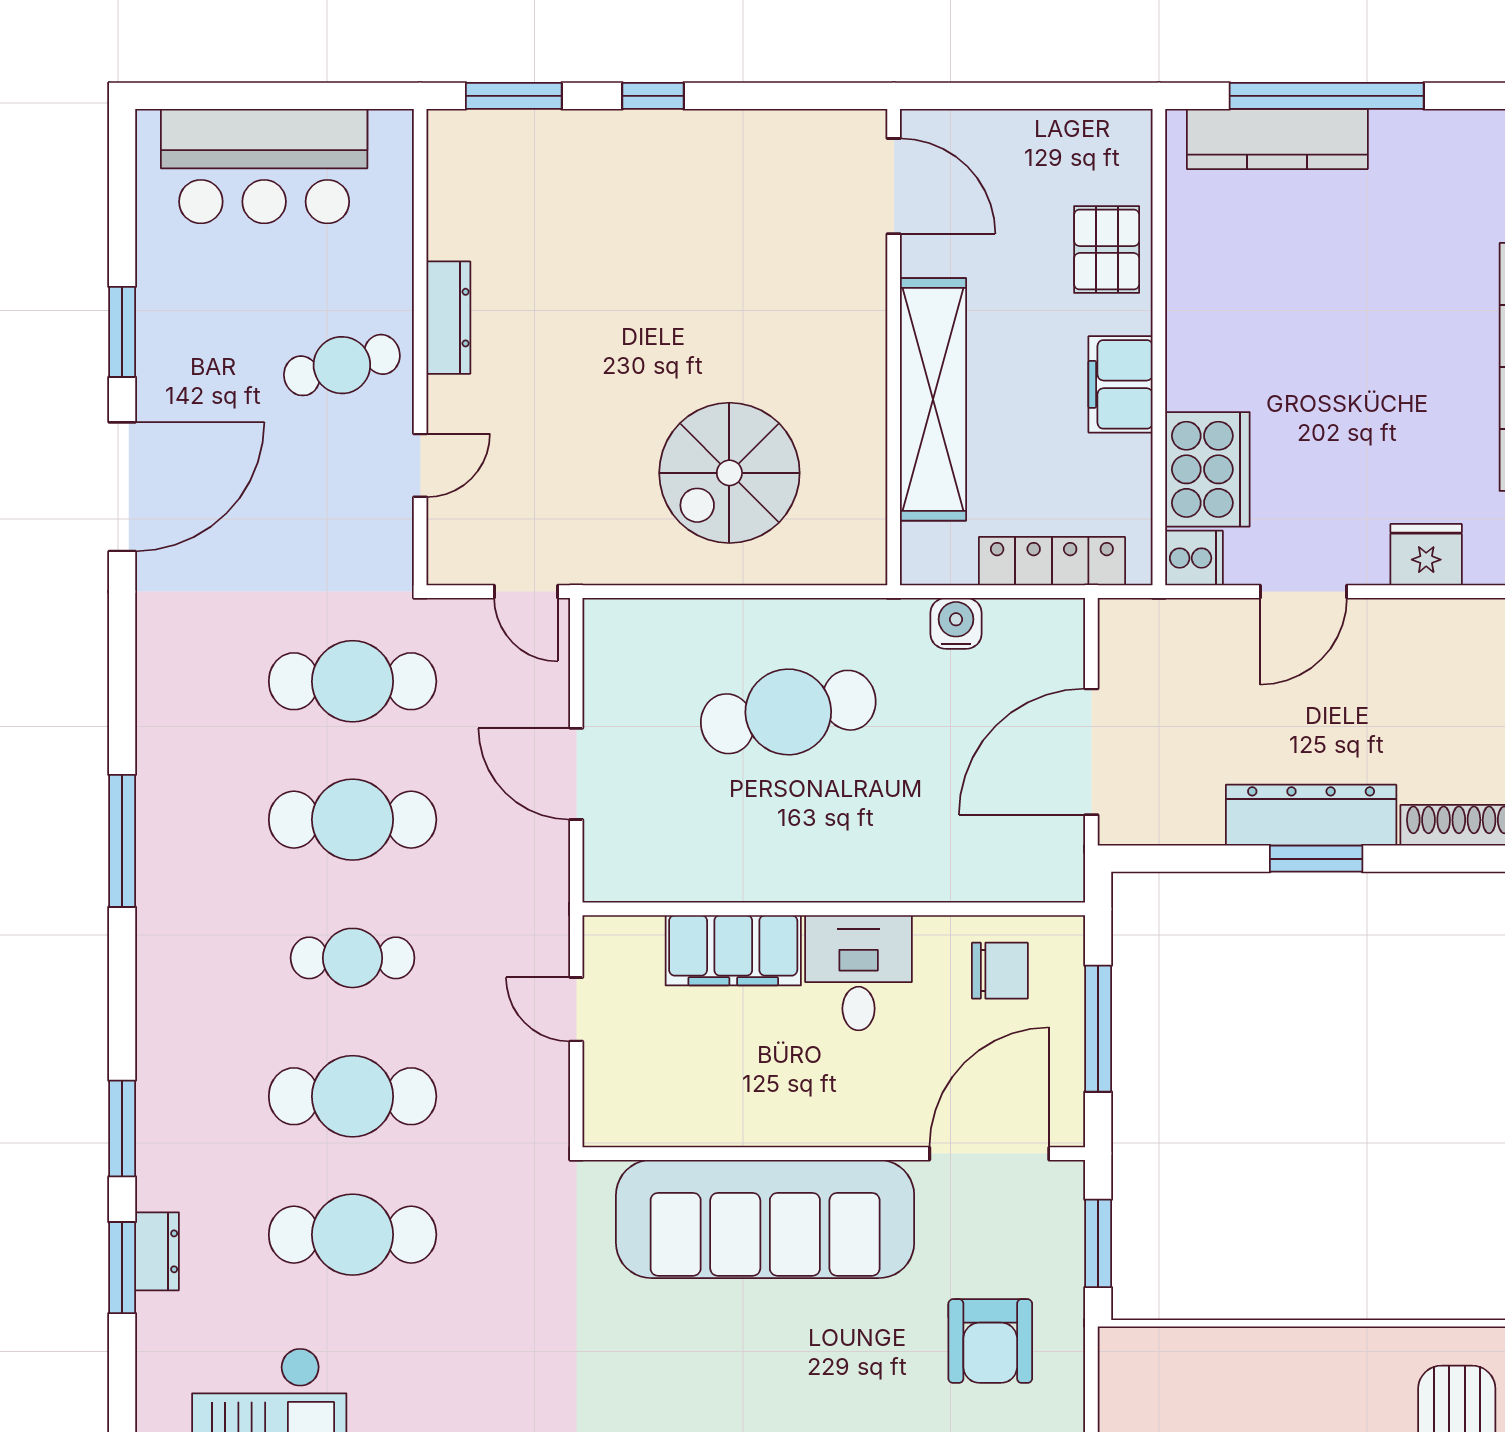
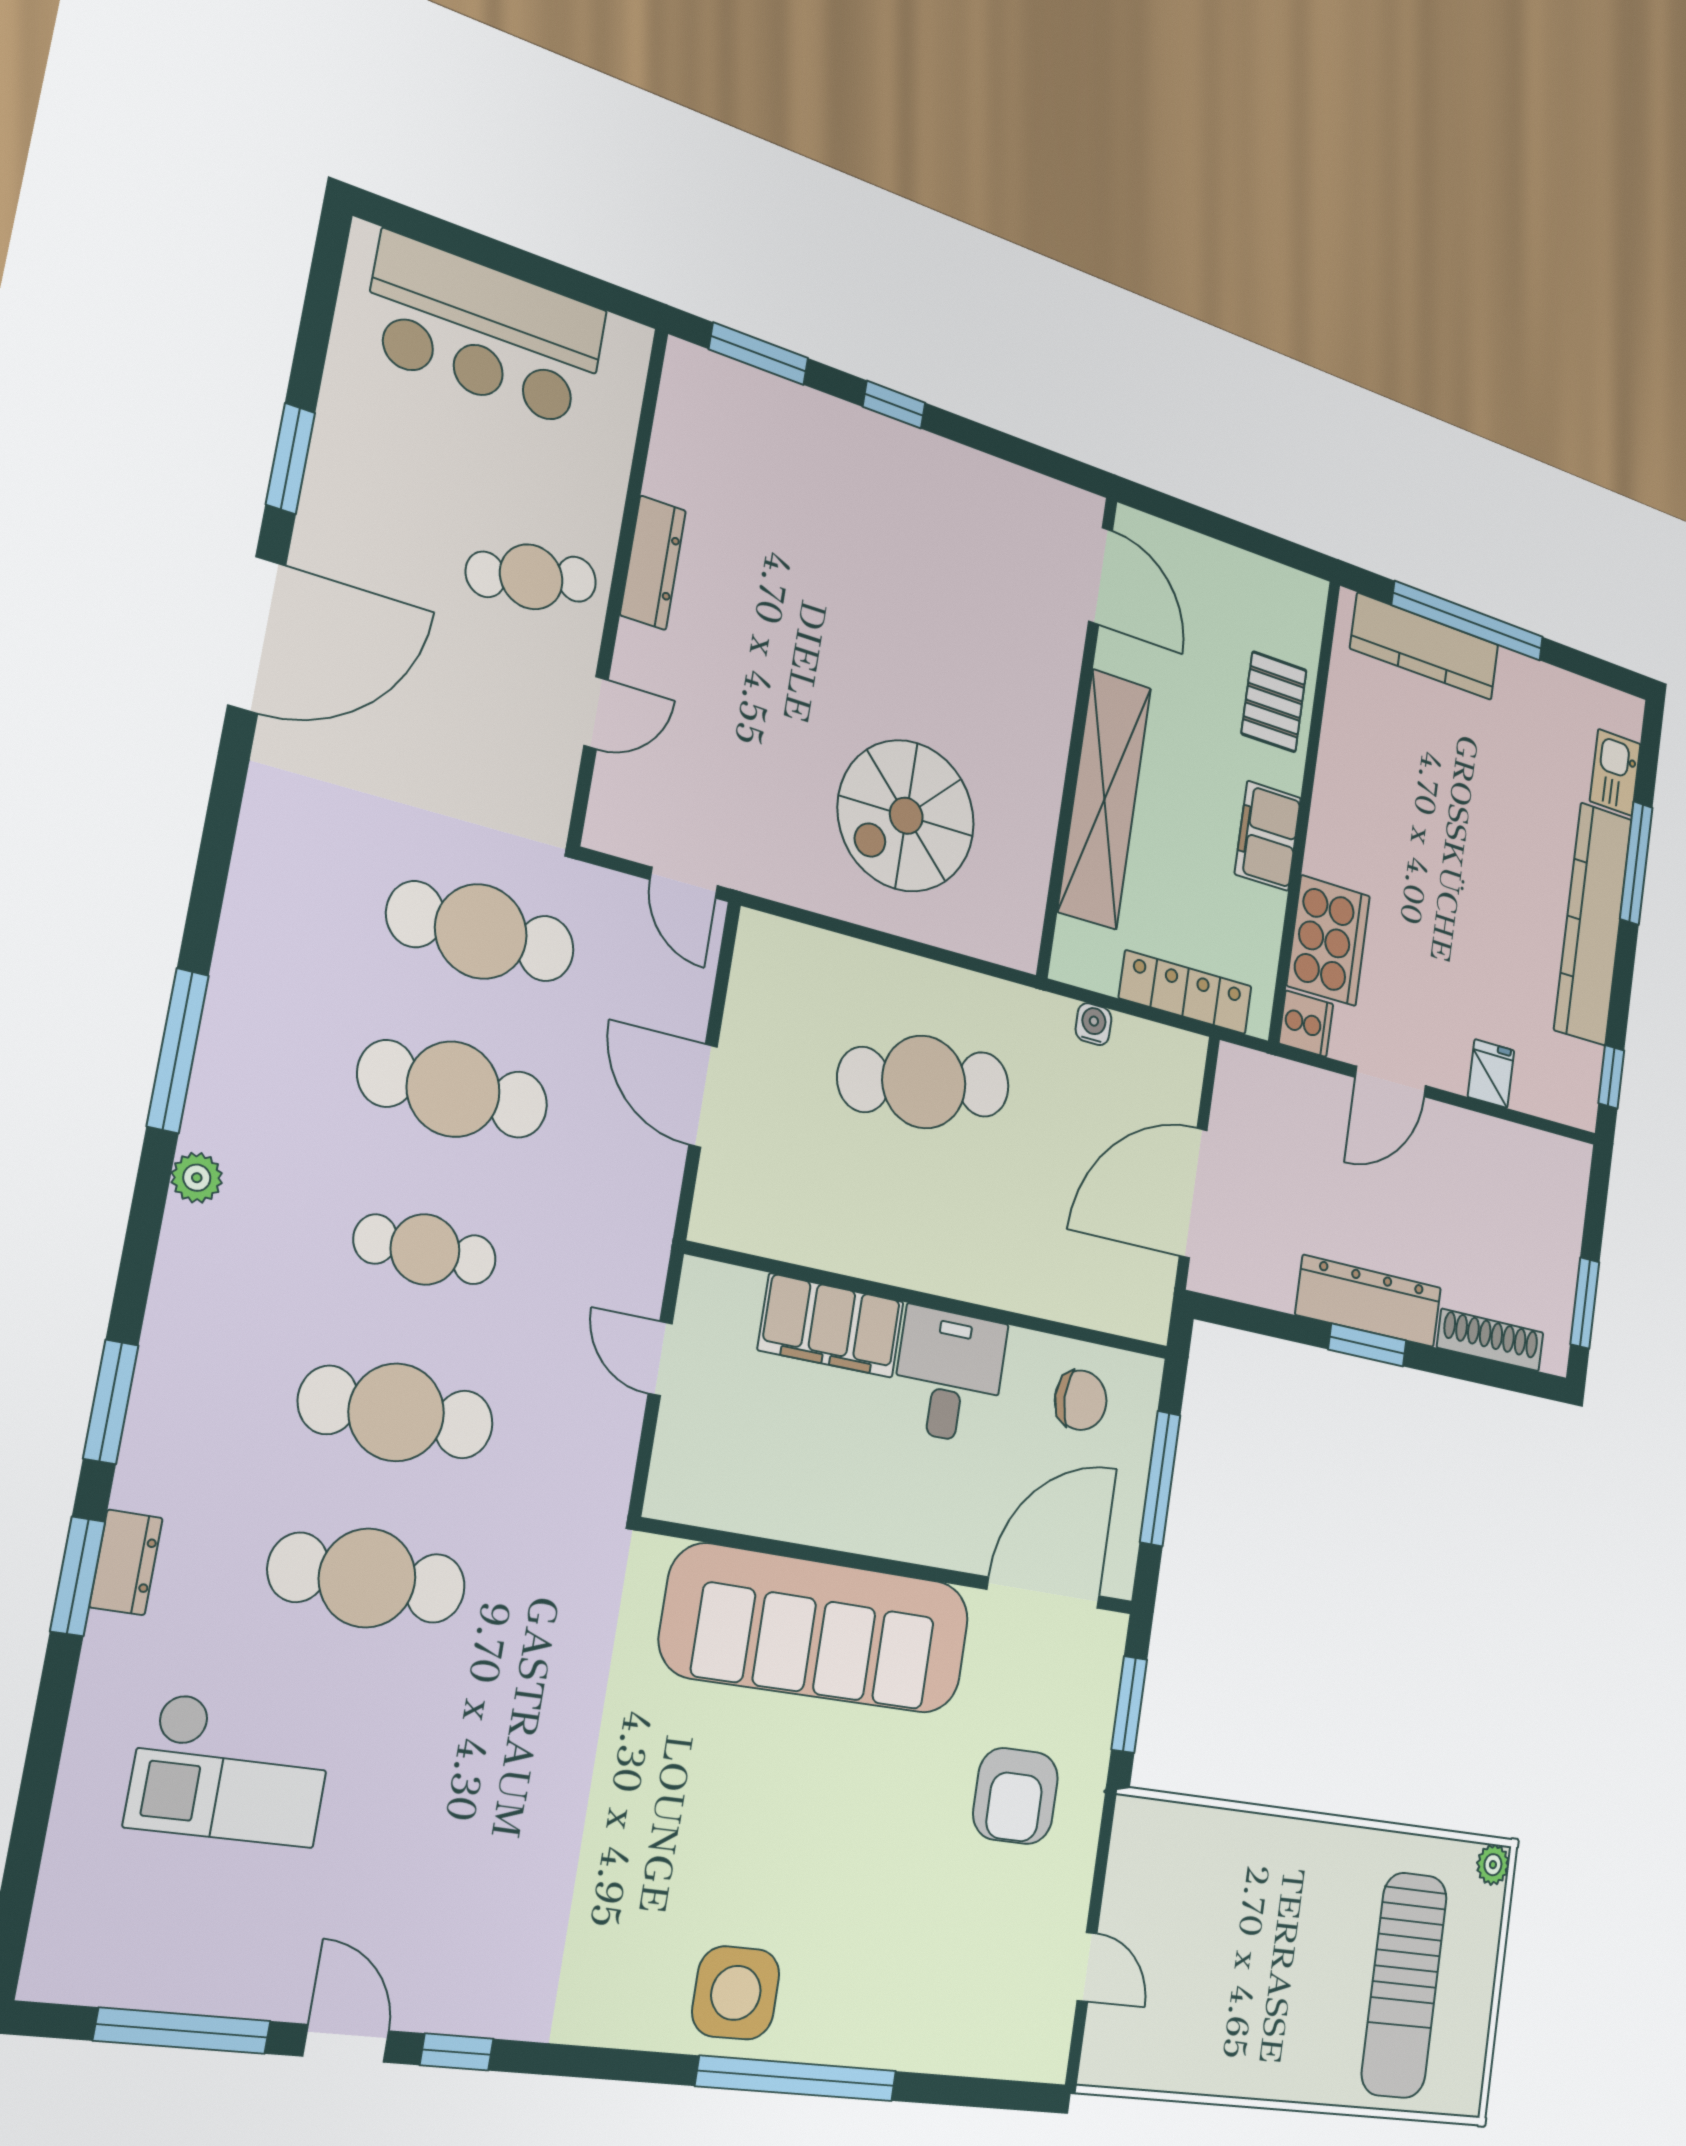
fridge: (1426, 555) -> (1491, 1074), width x0.72
water cooler: (956, 623) -> (1093, 1024), width x0.72, depth x0.72
plant: (156, 939) -> (197, 1178), added

